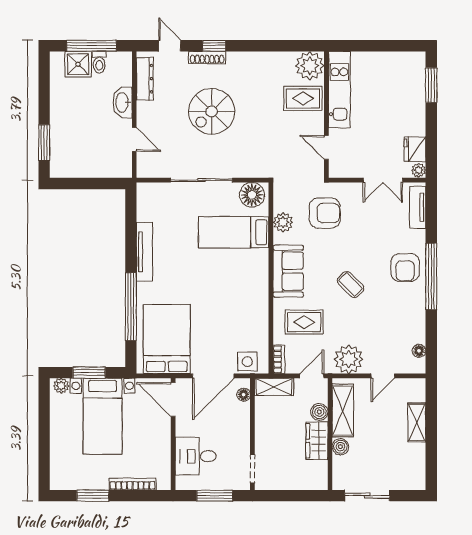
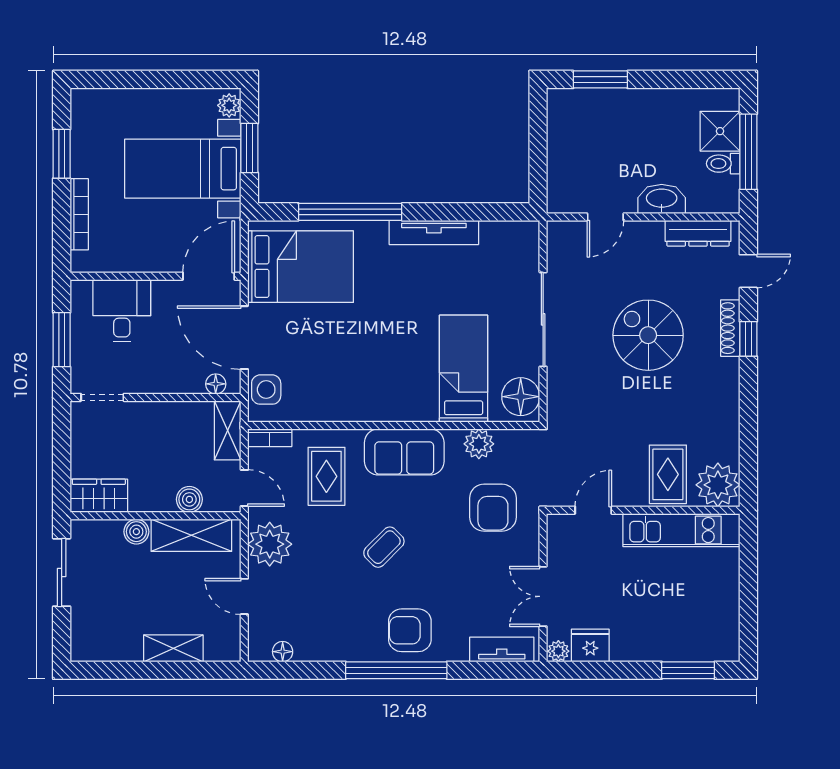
wardrobe: (317, 441) -> (99, 496), moved

